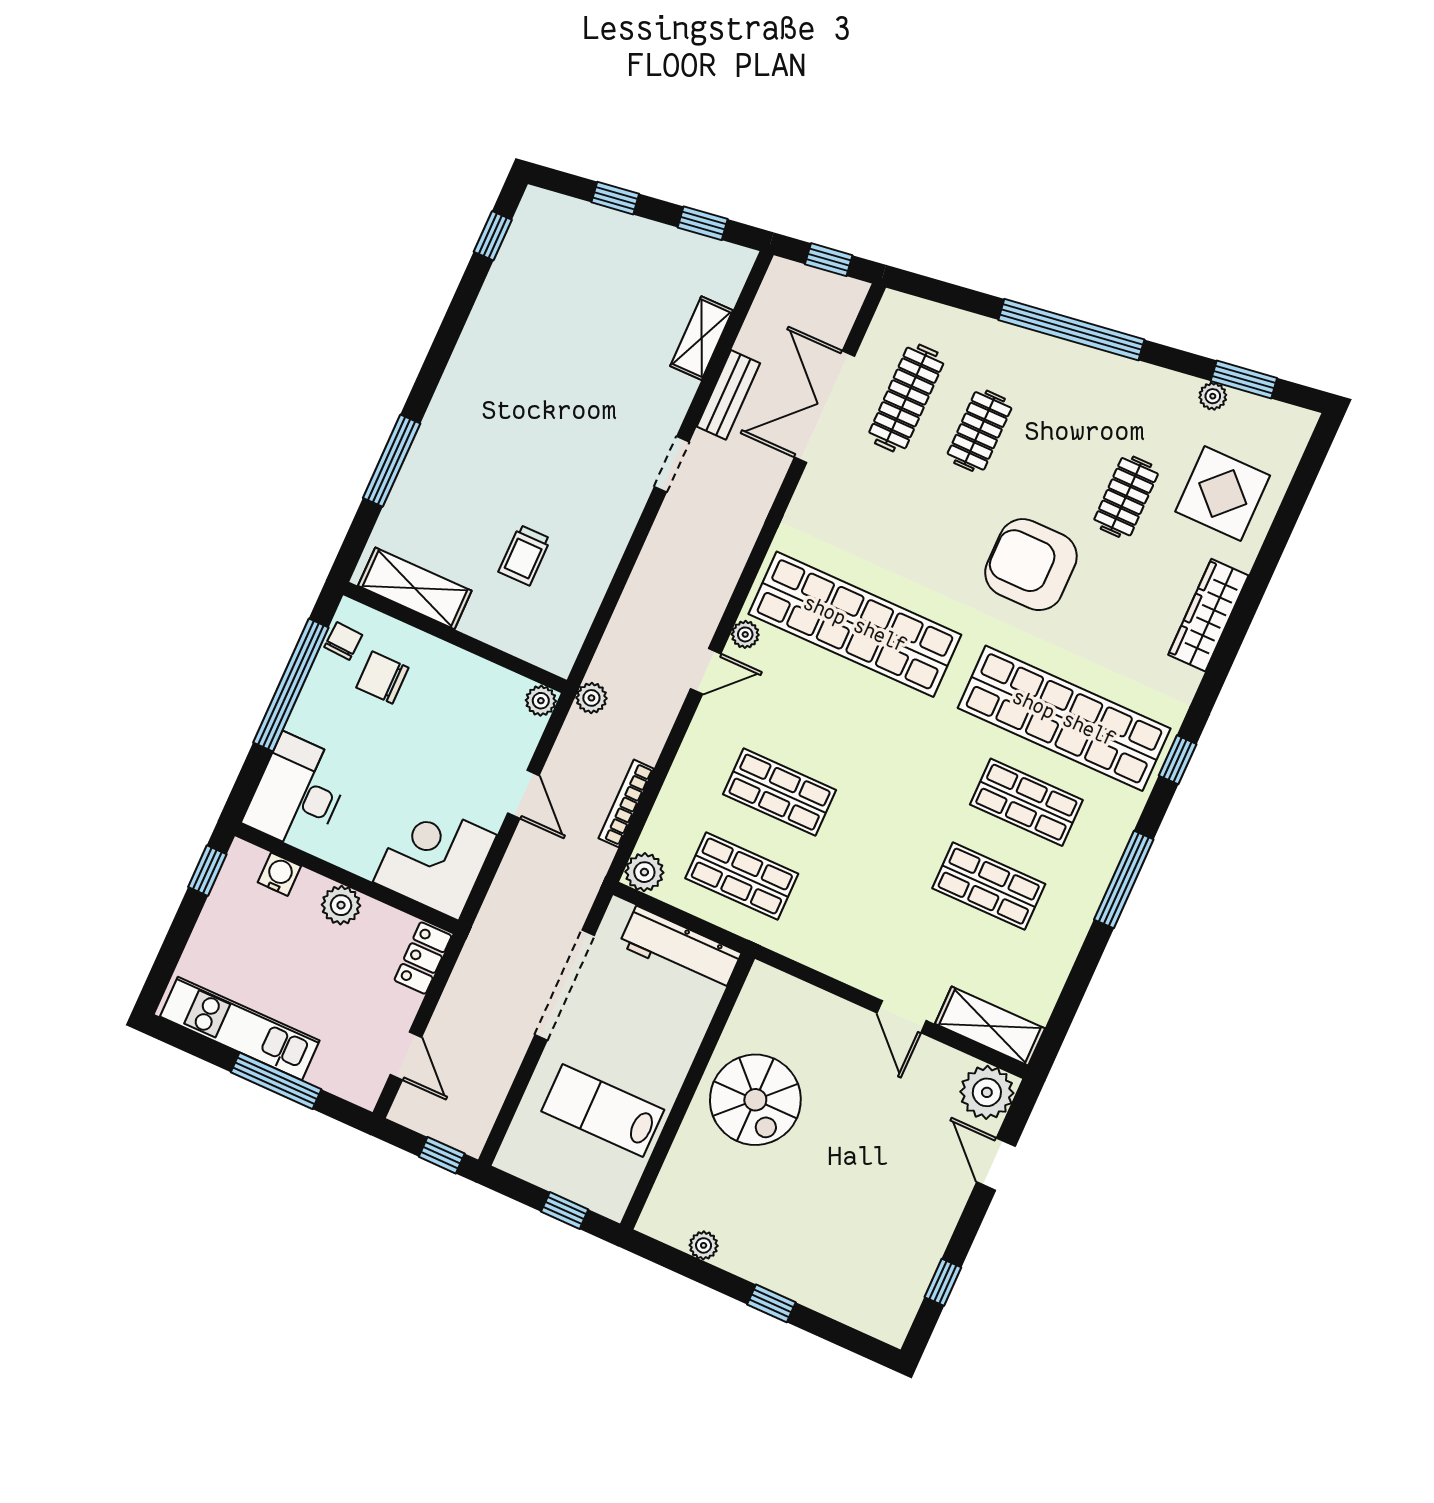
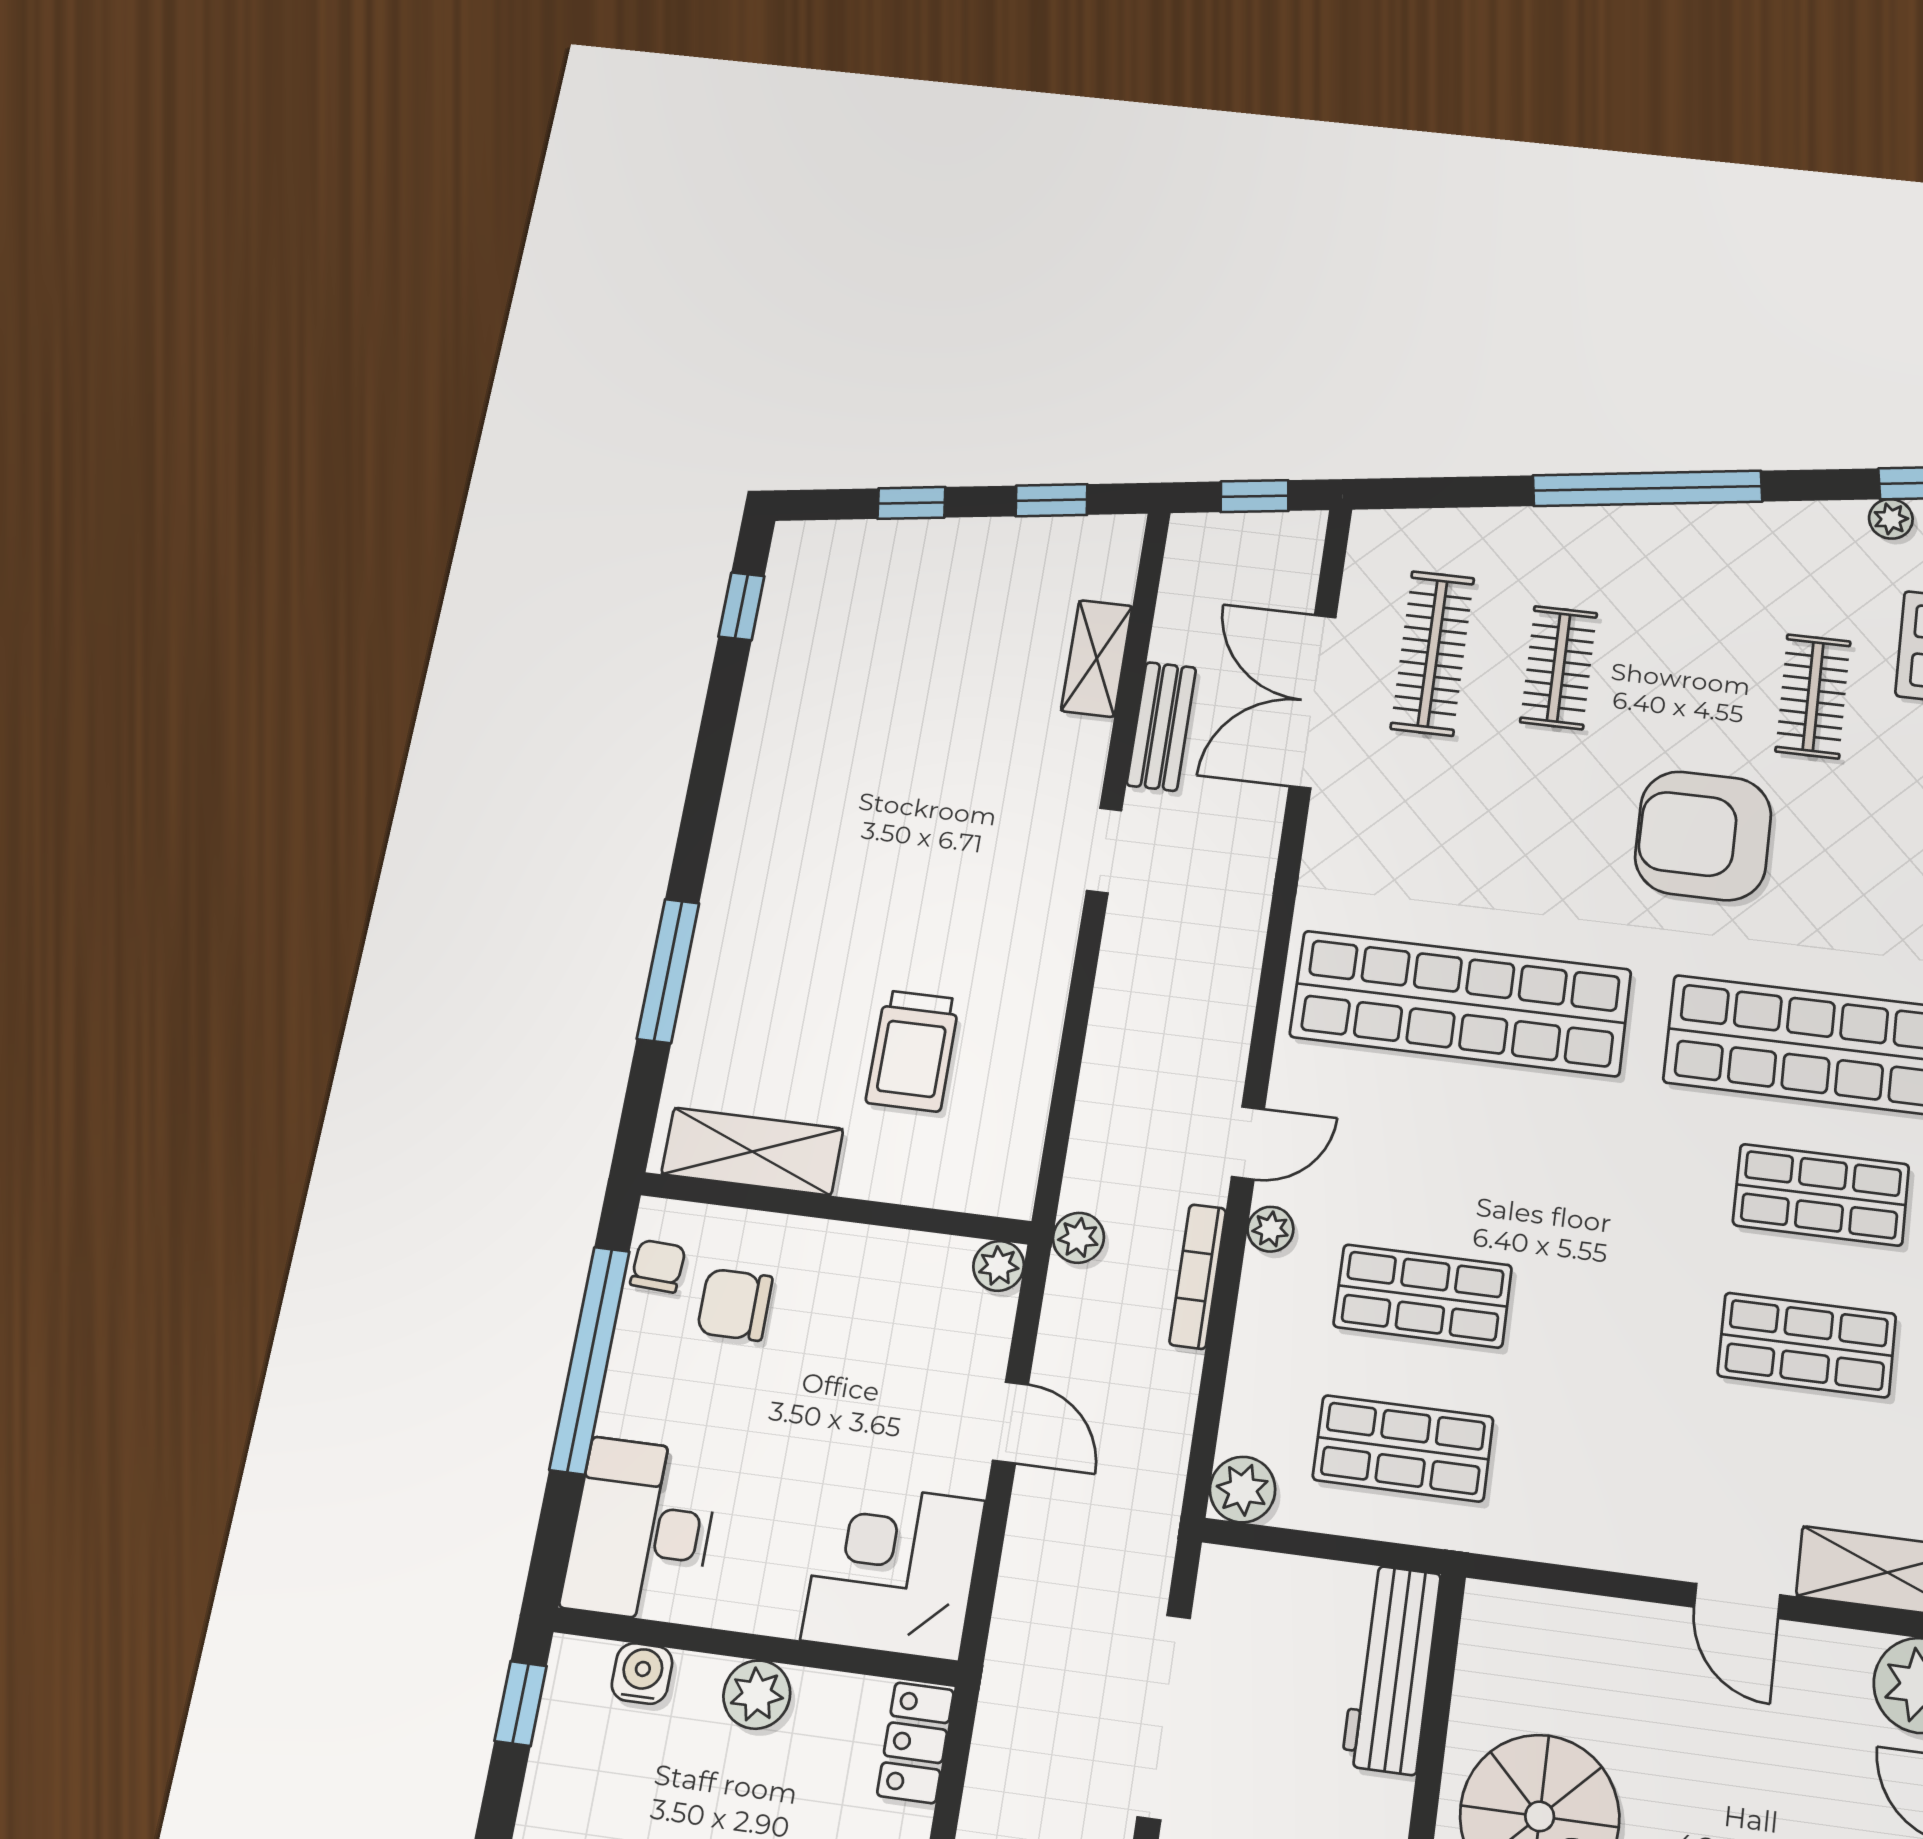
trolley: (525, 555) -> (913, 1051), width x1.36, depth x1.39
plant: (745, 634) -> (1270, 1229), moved
bookcase: (626, 803) -> (1198, 1276), moved
workbench: (680, 949) -> (1391, 1669), moved, turned 90

